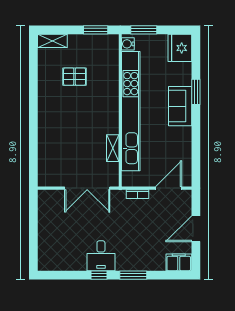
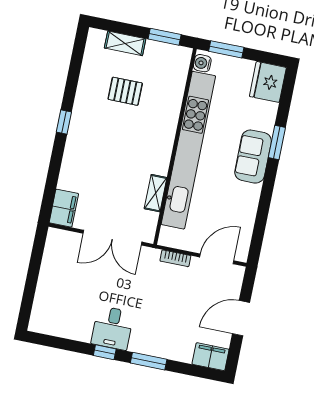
shelving: (52, 41) -> (125, 43), moved
window: (33, 109) -> (64, 122), added
filing cabinet: (46, 173) -> (64, 208), added

